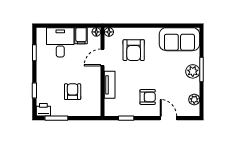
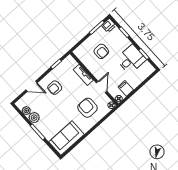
desk: (60, 42) -> (131, 59), moved, turned -90
plant: (193, 71) -> (34, 118), moved

